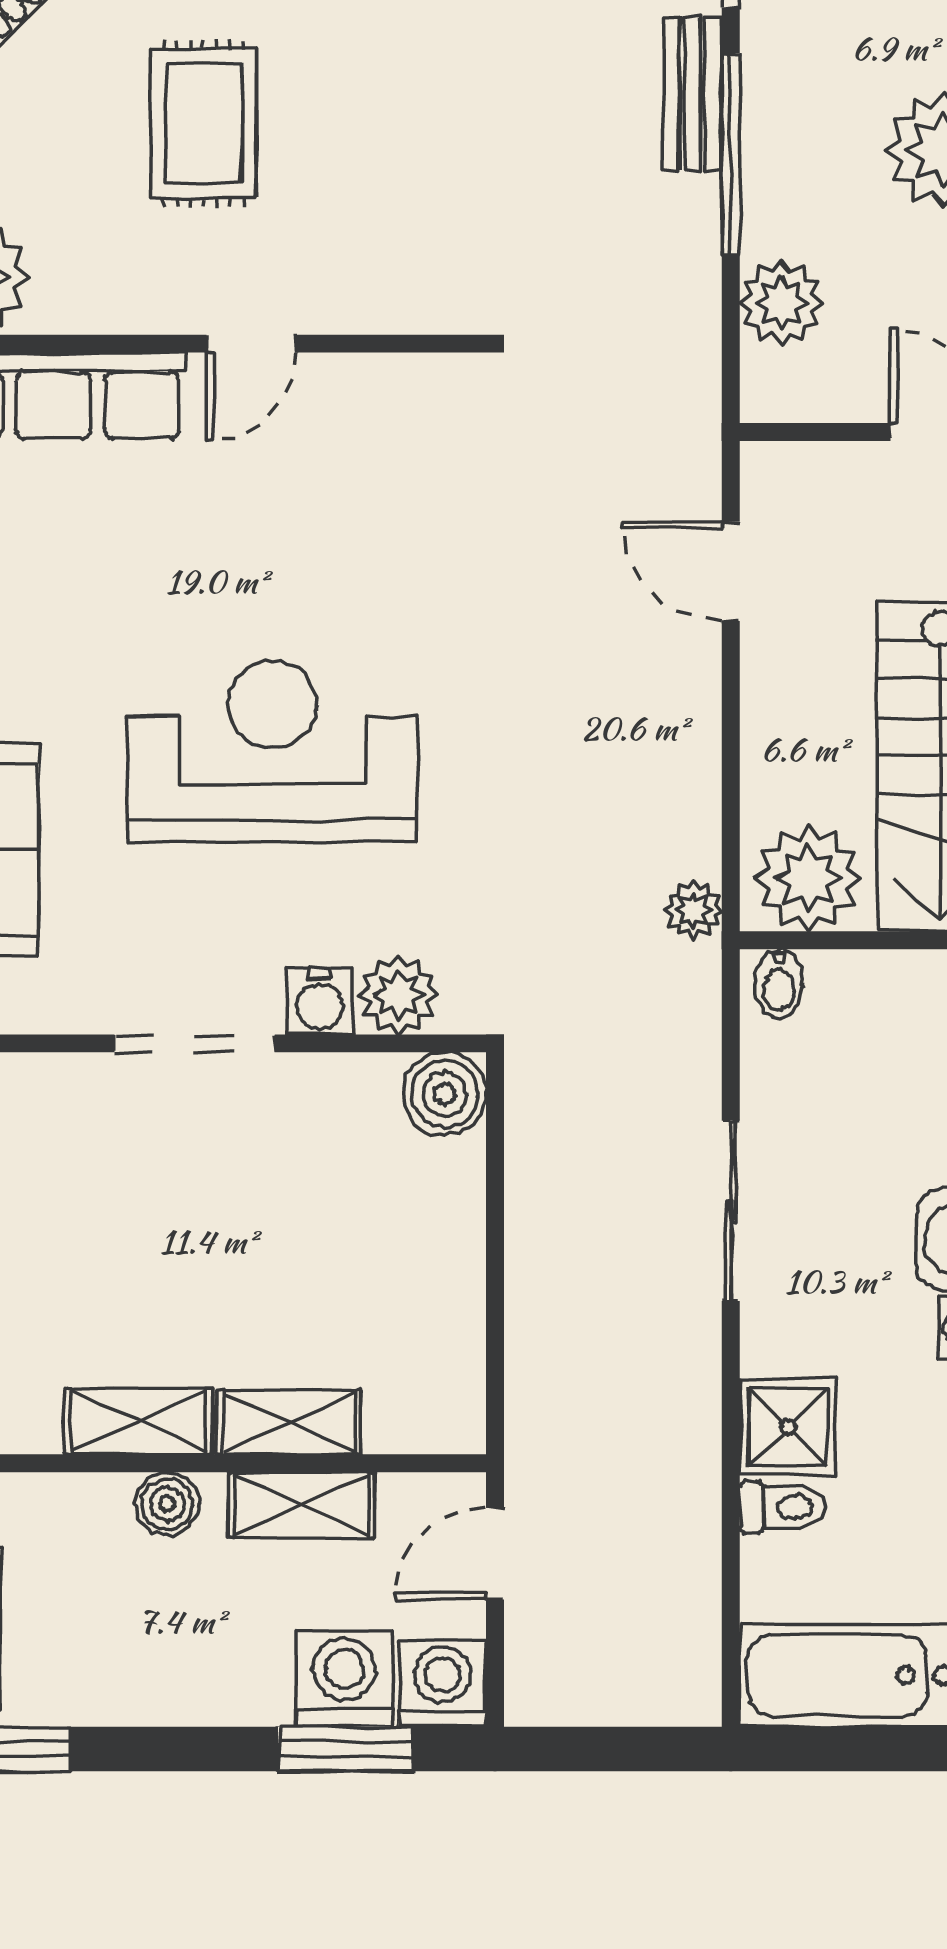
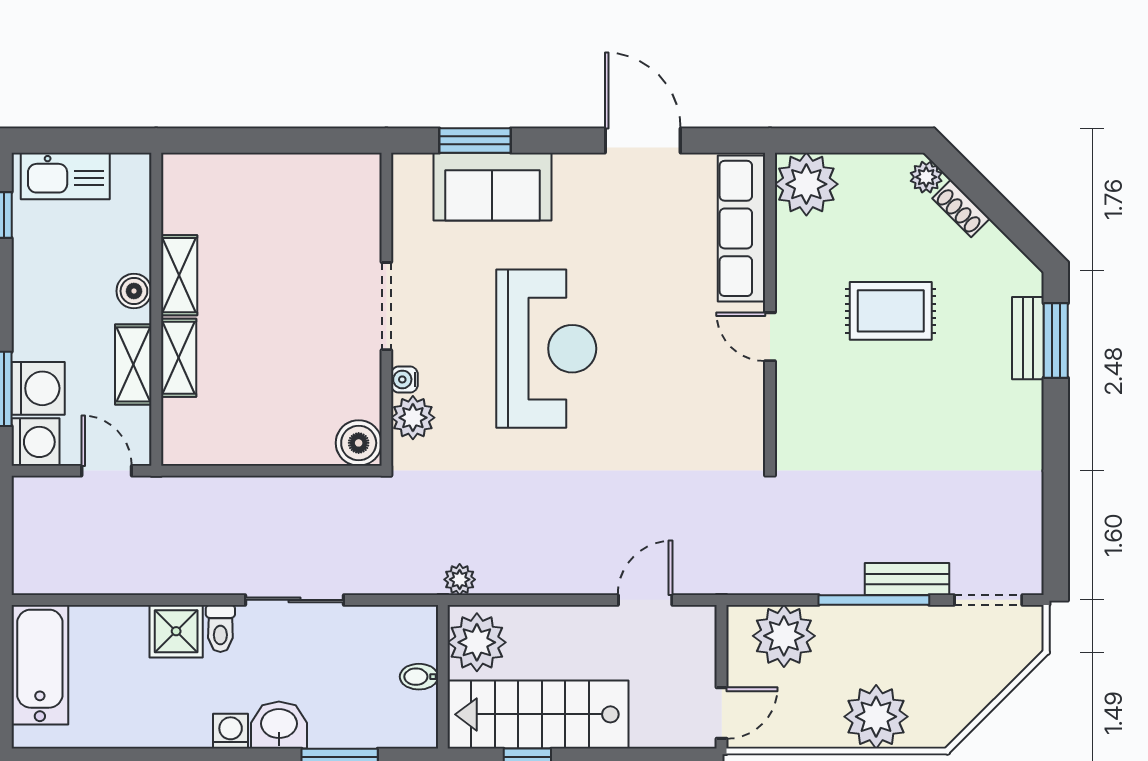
plant: (781, 303) -> (784, 636), width x1.36, depth x1.36
bidet: (779, 984) -> (419, 677), moved
water cooler: (319, 1001) -> (404, 379), width x0.72, depth x0.72
toilet: (783, 1507) -> (220, 628), moved

